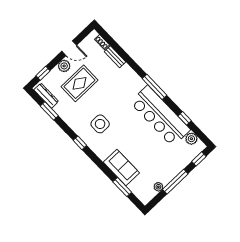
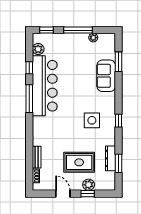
plant: (64, 66) -> (89, 185), moved
window: (43, 73) -> (88, 194), moved
window: (154, 87) -> (29, 99), moved
dresser: (46, 96) -> (110, 158), moved

